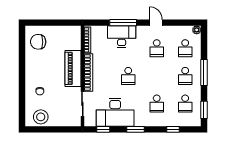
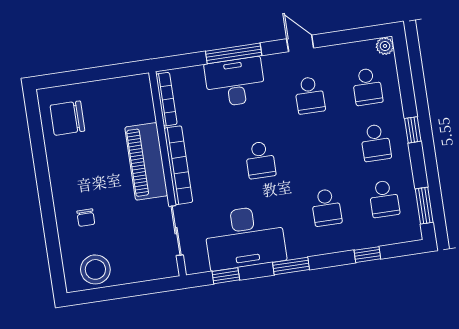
window: (204, 72) -> (413, 130), width x0.46

